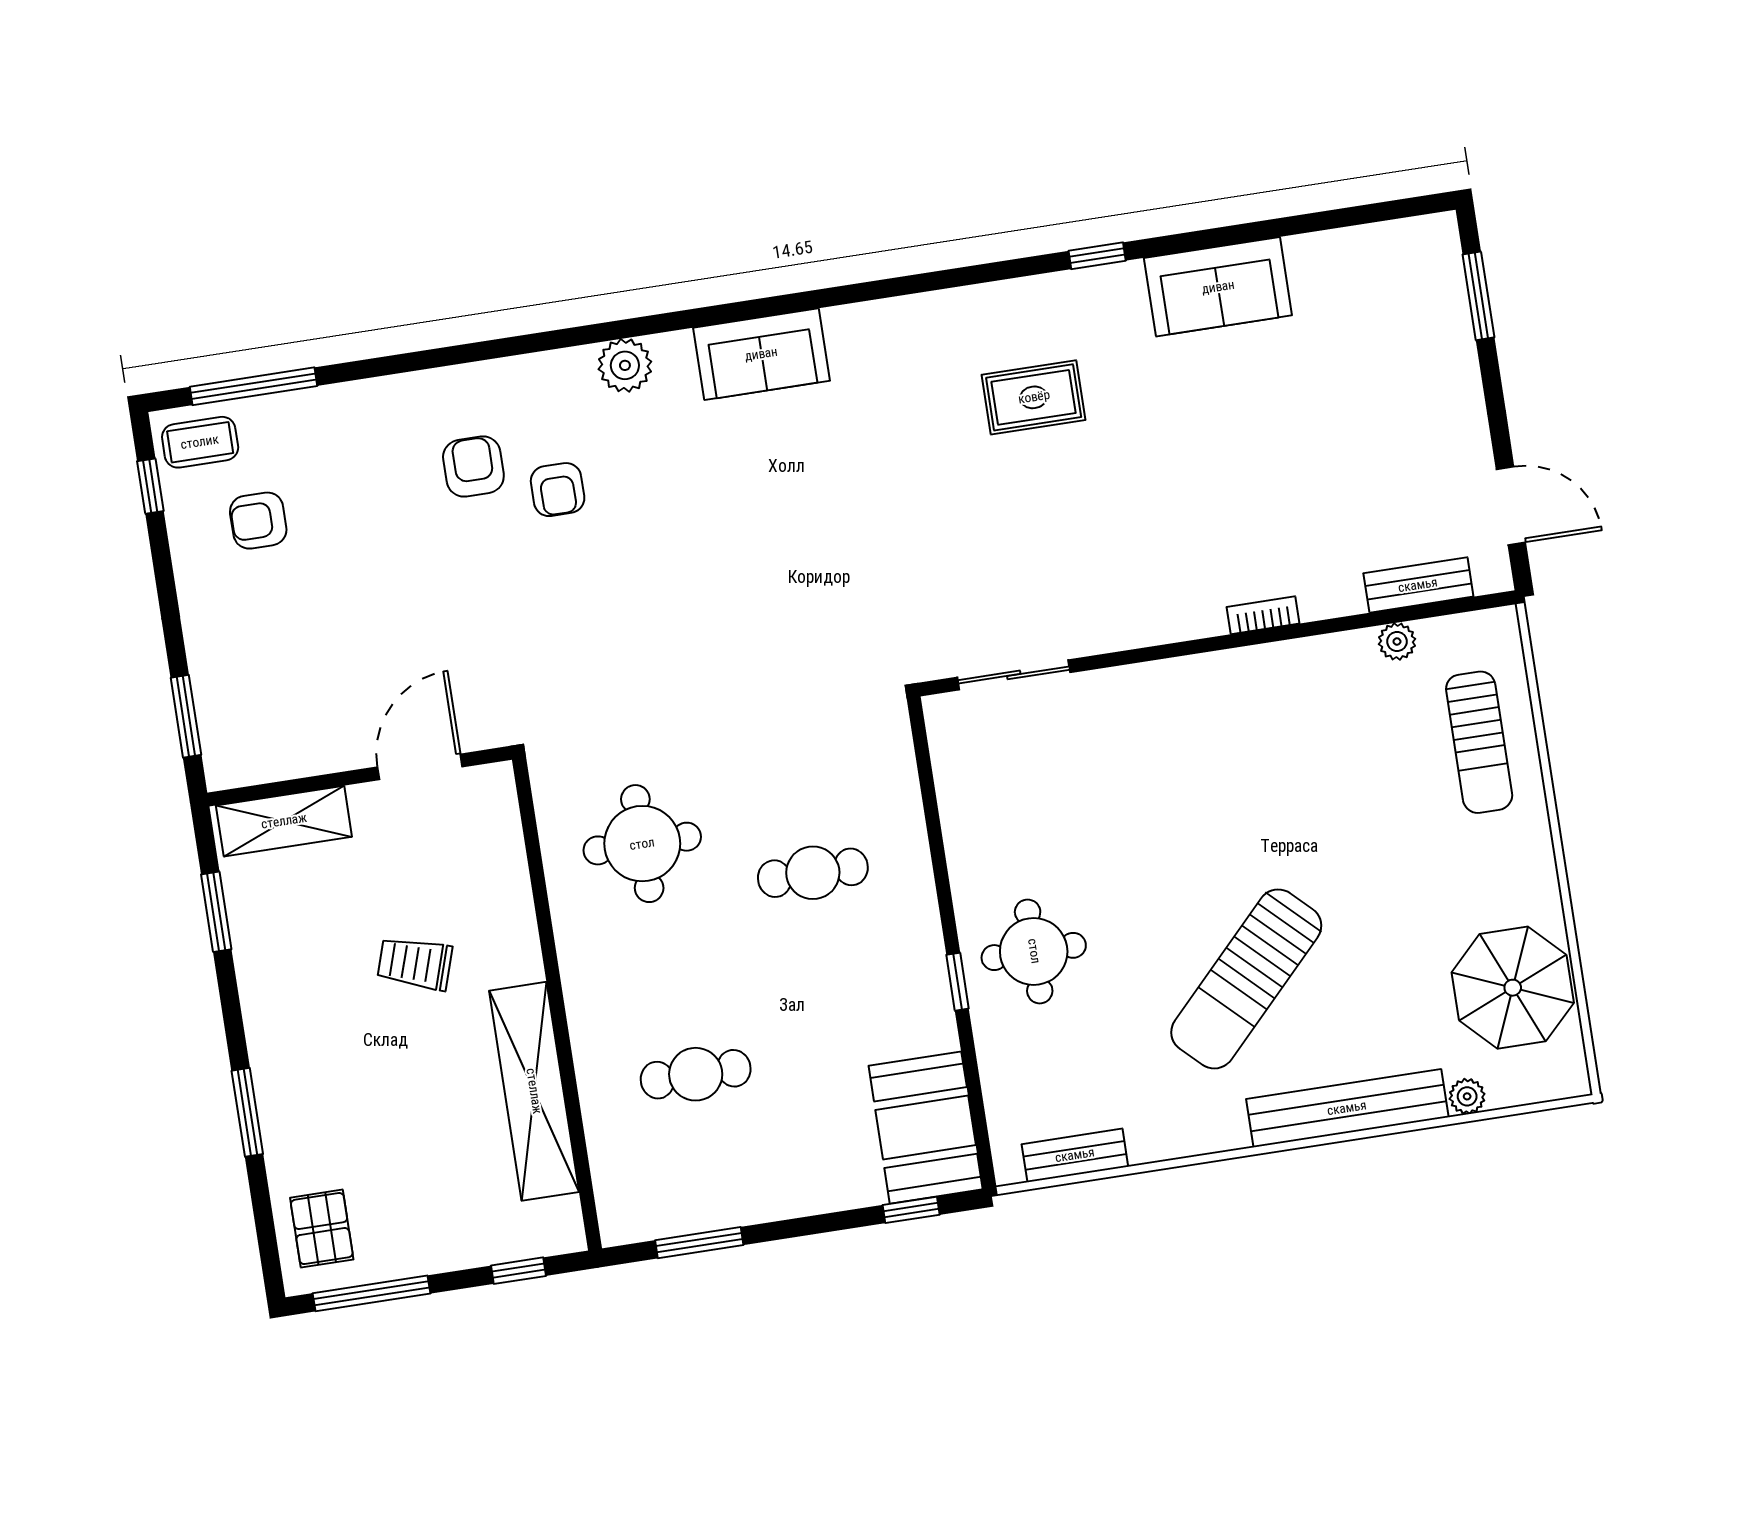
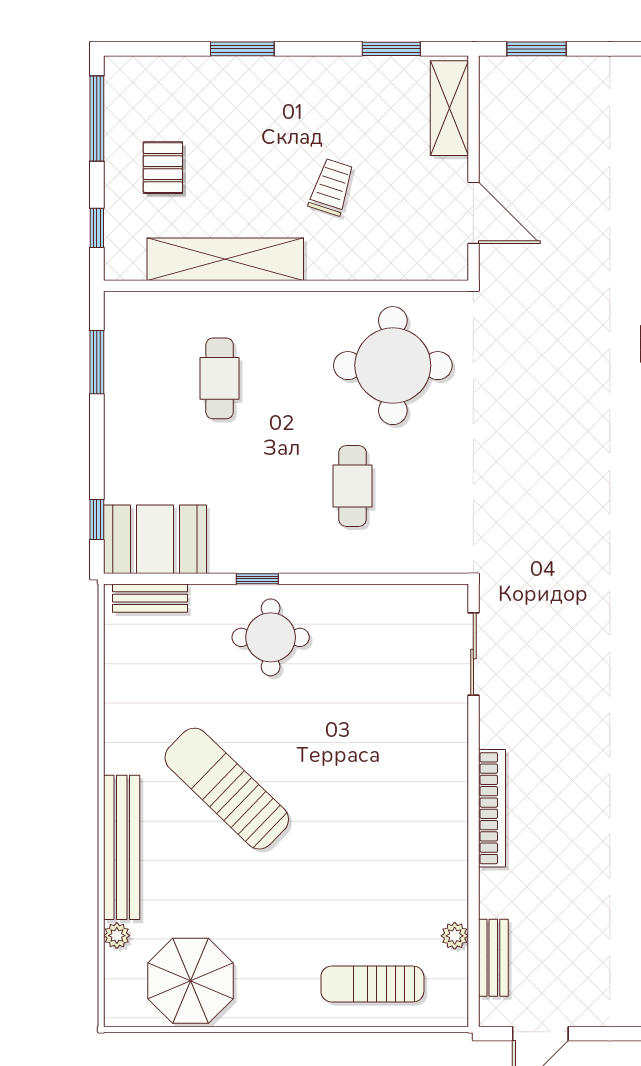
bookcase: (1263, 615) -> (492, 808), width x2.31, depth x1.31
round table: (642, 844) -> (393, 366), width x1.36, depth x1.36
bench: (1075, 1155) -> (150, 598), moved, turned 90
pallet: (322, 1229) -> (163, 168), moved, turned 90

